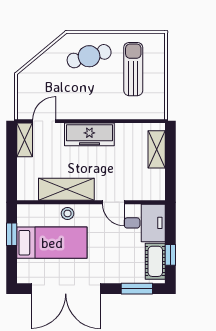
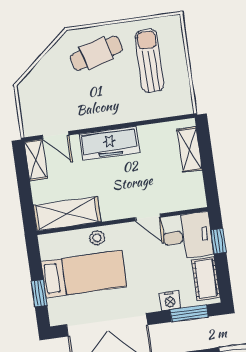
door: (44, 121) -> (55, 135), swing flipped
shelving: (66, 189) -> (67, 214), moved
window: (12, 234) -> (39, 293), moved
window: (170, 255) -> (218, 241), moved
nightstand: (122, 276) -> (170, 301), added

